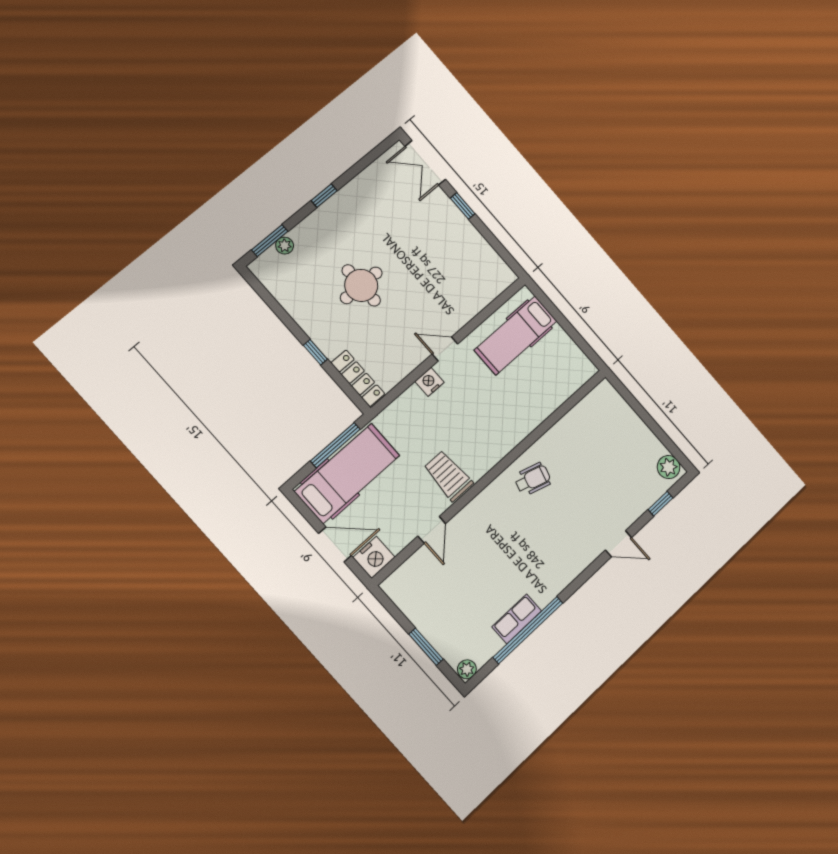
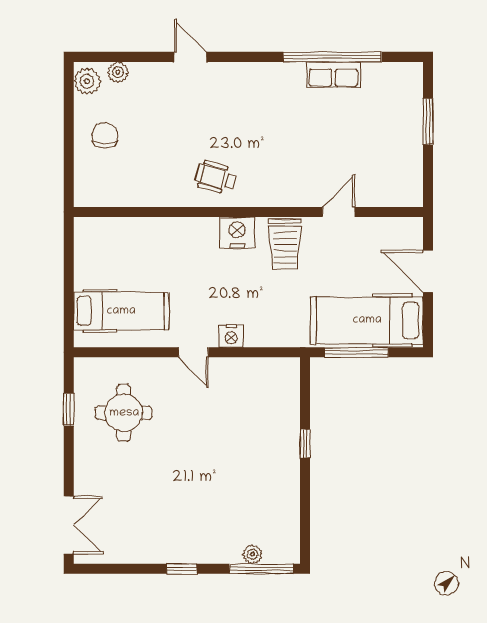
window: (463, 206) -> (69, 410), moved
window: (270, 241) -> (261, 569), width x1.44
round table: (361, 285) -> (124, 413), moved
locker: (358, 378) -> (289, 391), removed
chair: (627, 442) -> (105, 136), added
window: (660, 504) -> (123, 57), removed
nightstand: (374, 557) -> (237, 232), moved
plant: (467, 669) -> (118, 72), moved

